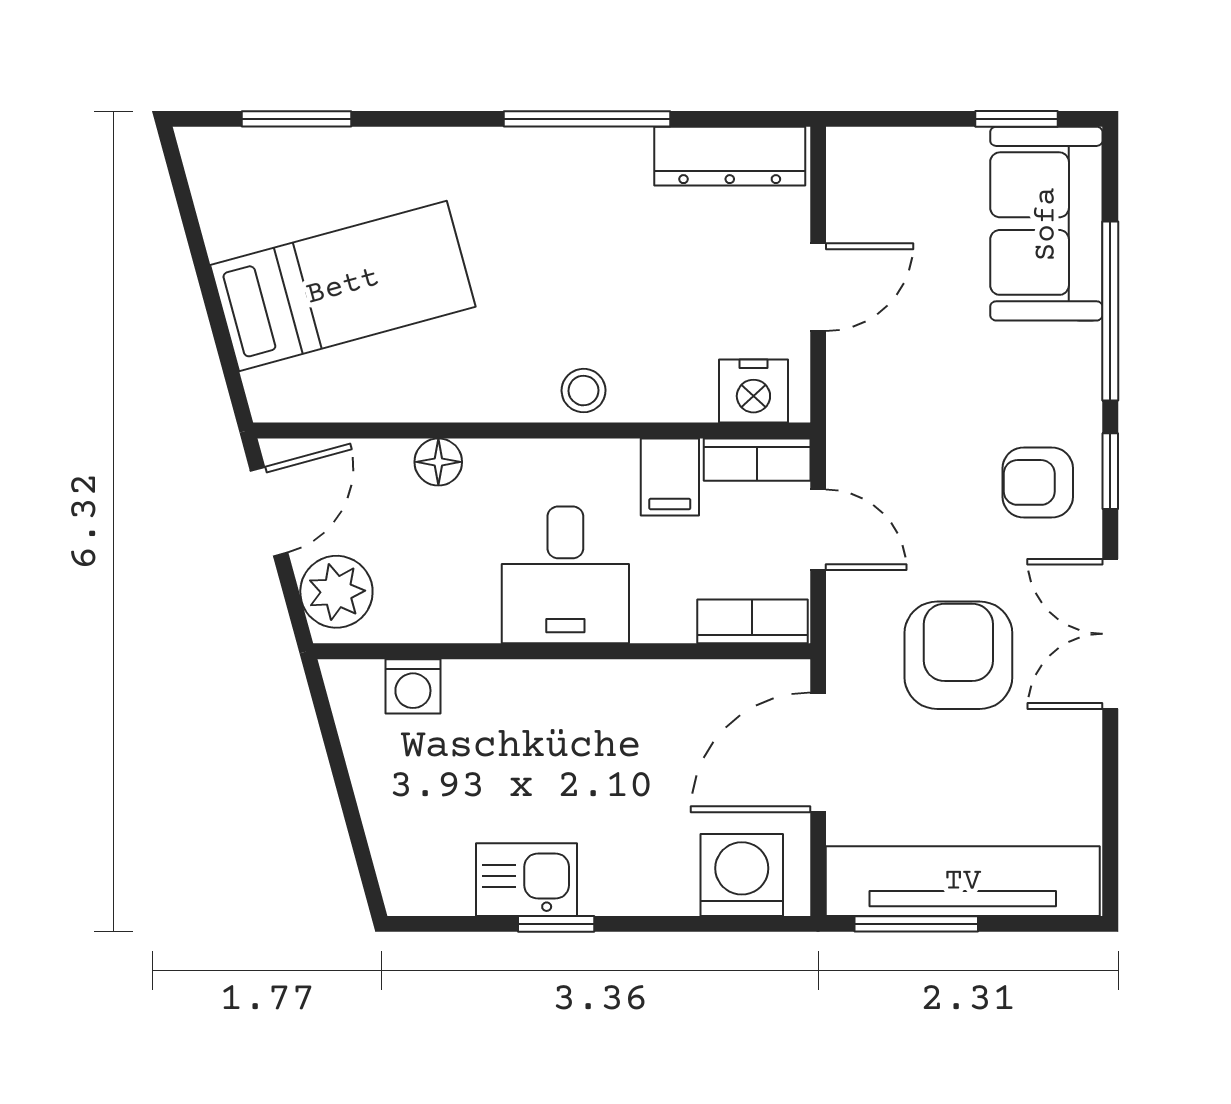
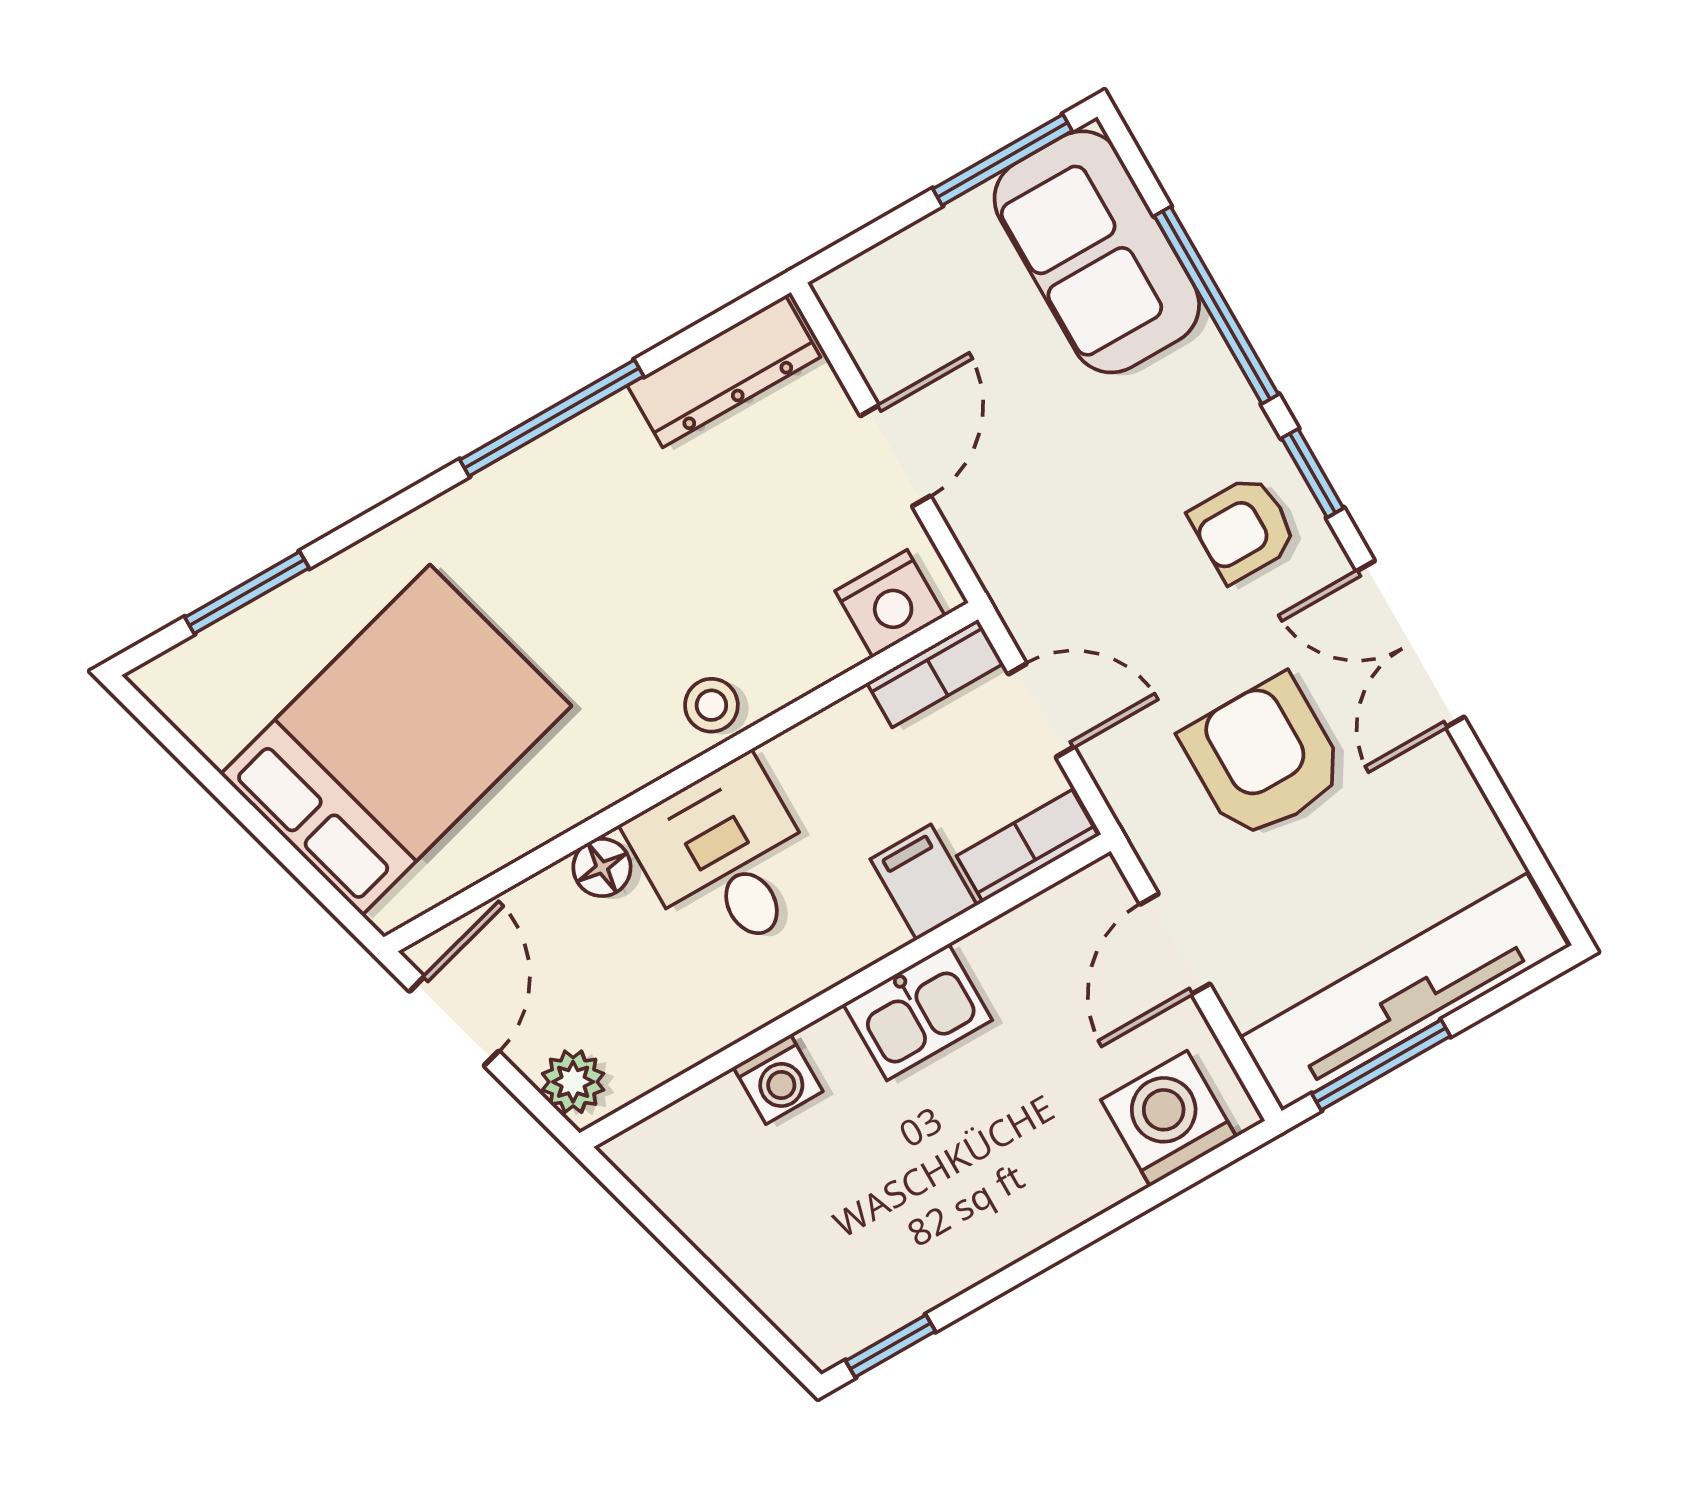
window: (1017, 119) -> (1003, 160), width x1.50
bed: (343, 286) -> (396, 740), width x1.50
filing cabinet: (670, 477) -> (924, 882), moved, turned 180
desk: (565, 575) -> (726, 859), moved, turned 180
plant: (336, 592) -> (573, 1082), width x0.73, depth x0.73
washing machine: (413, 686) -> (778, 1079), moved
door: (818, 752) -> (1175, 944), width x0.73
kitchen sink: (526, 880) -> (918, 1012), moved, turned 180
window: (556, 924) -> (890, 1346), moved

